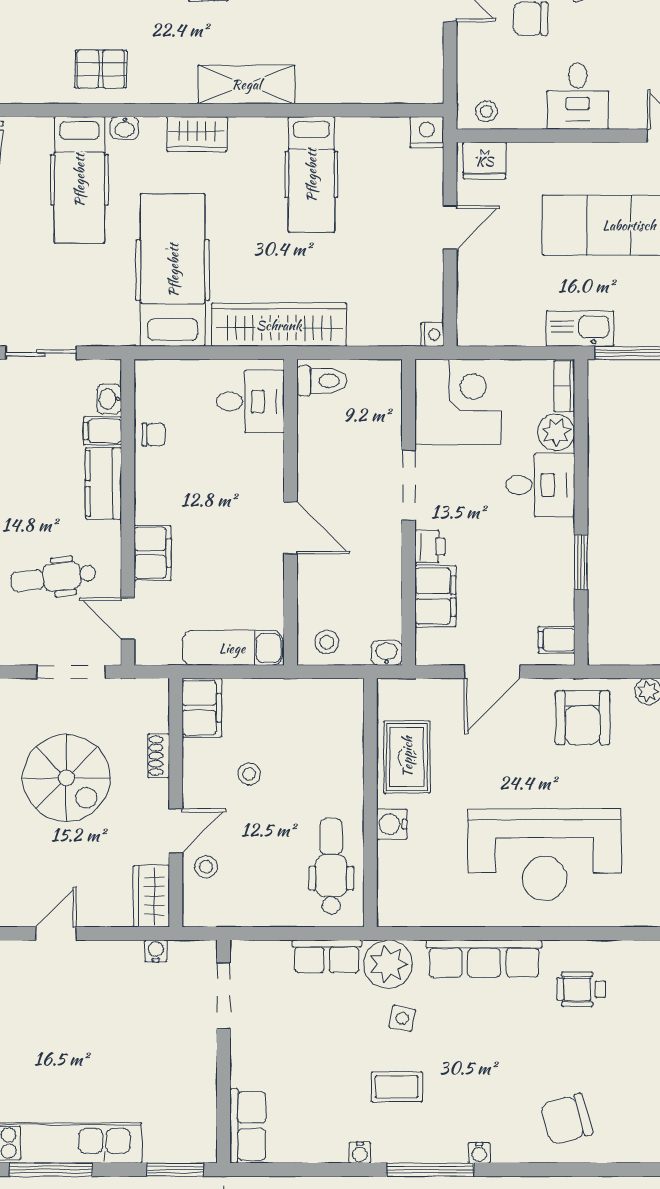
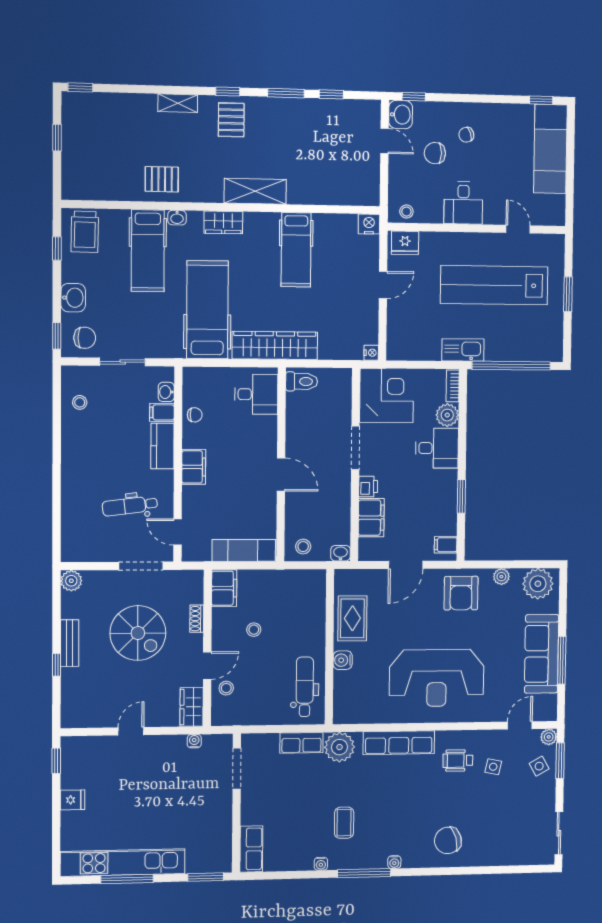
filing cabinet: (153, 553) -> (194, 467), moved
side table: (402, 1018) -> (493, 767), moved
coffee table: (397, 1087) -> (344, 823), turned 90

